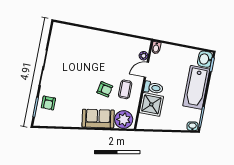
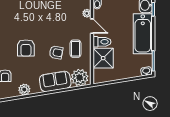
door: (146, 70) -> (92, 26), swing flipped
armchair: (75, 79) -> (26, 48), added
plant: (65, 121) -> (24, 90), added

